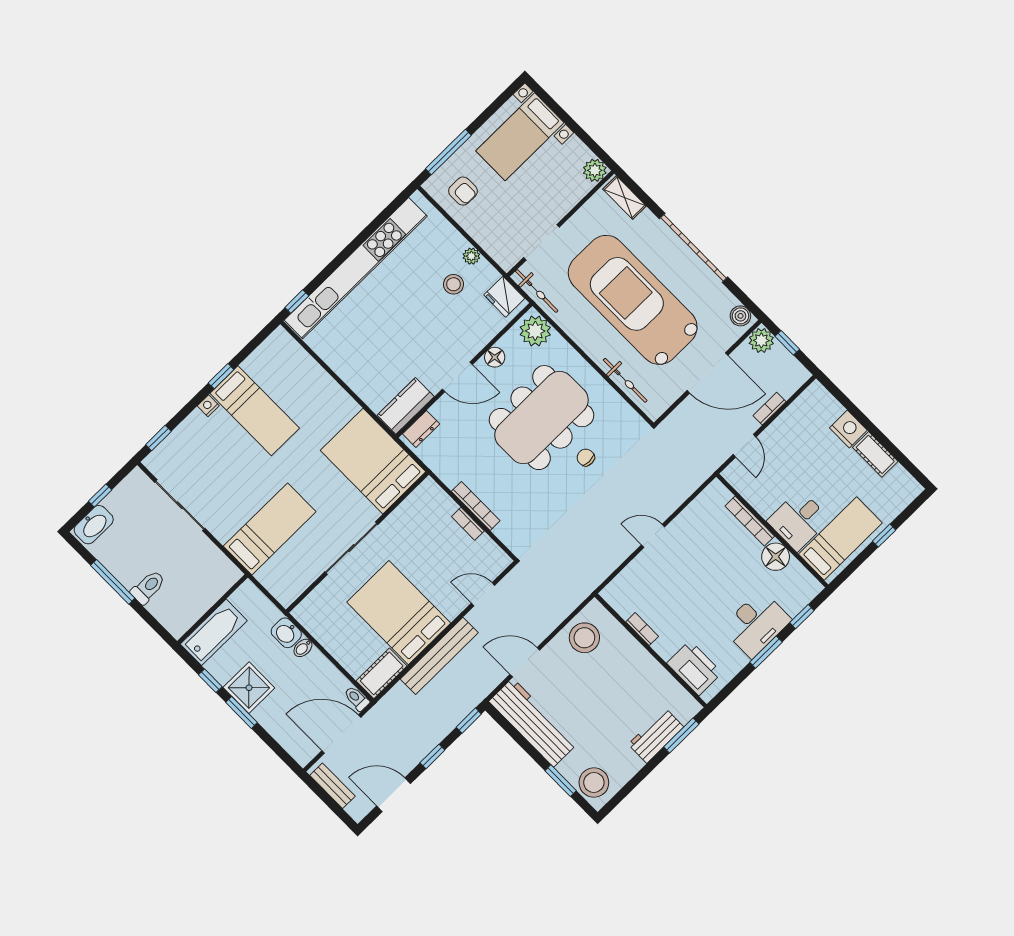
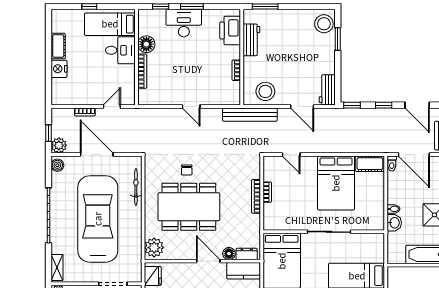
bicycle: (537, 291) -> (136, 265), removed
car: (633, 300) -> (98, 219), turned 180
floor lamp: (495, 357) -> (229, 254), moved
bench: (439, 656) -> (250, 115), moved
workbench: (533, 722) -> (327, 90), width x0.53, depth x0.76
workbench: (656, 736) -> (251, 40), moved, turned -90

